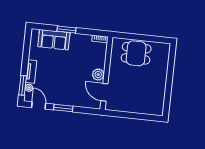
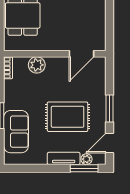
plant: (98, 75) -> (37, 65), moved
rug: (61, 78) -> (68, 117), added

